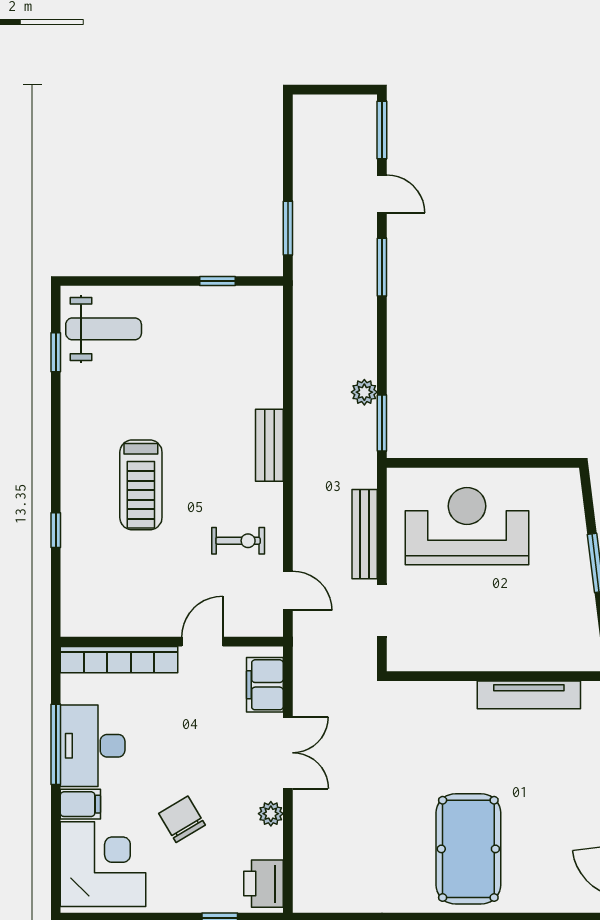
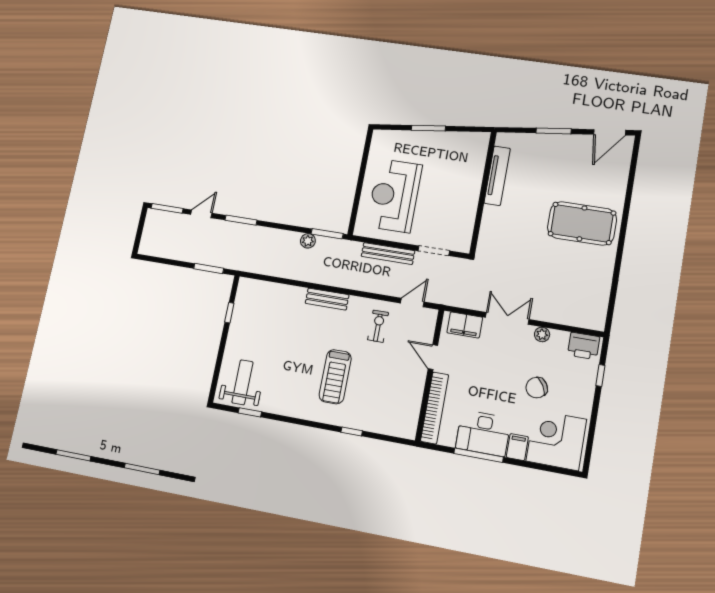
treadmill: (141, 485) -> (335, 377), turned 90

